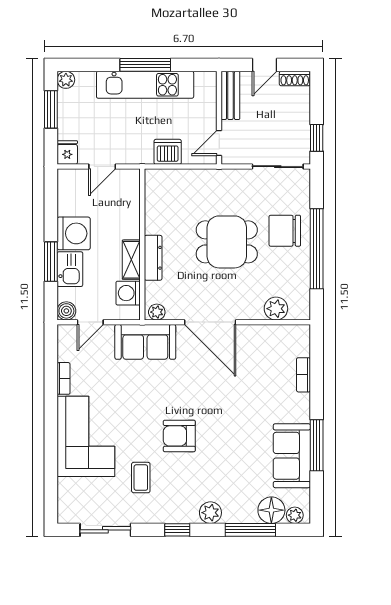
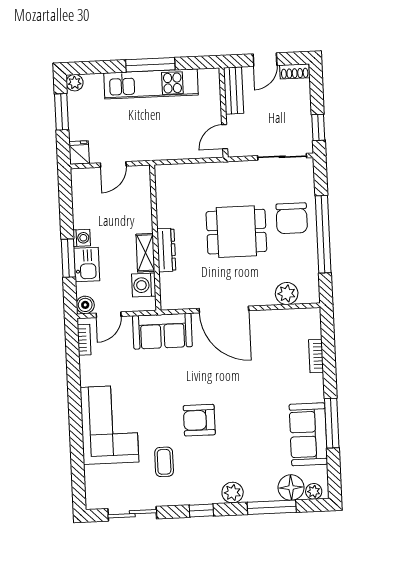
dishwasher: (168, 152) -> (176, 148), removed
chair: (285, 231) -> (292, 218), turned -90
washing machine: (74, 233) -> (82, 238), width x0.53, depth x0.53
plant: (157, 312) -> (172, 302), removed
bookcase: (64, 378) -> (84, 340), moved

